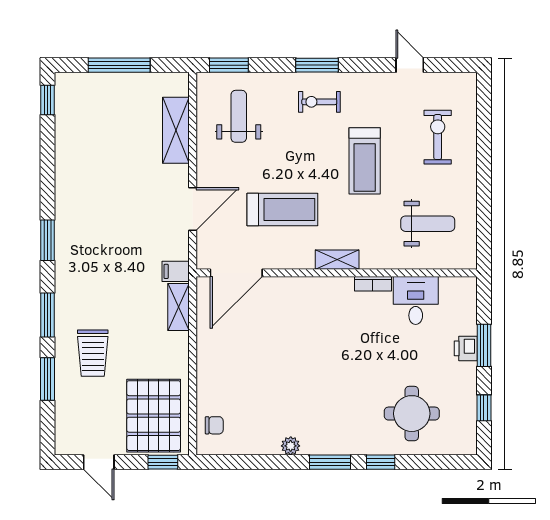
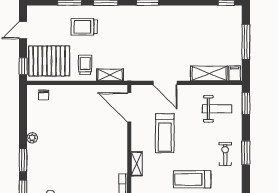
filing cabinet: (176, 271) -> (235, 73), moved
trolley: (161, 352) -> (85, 65), added

